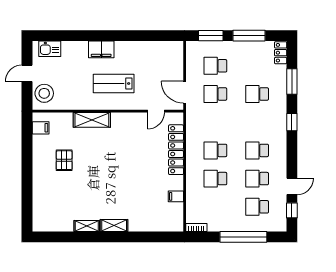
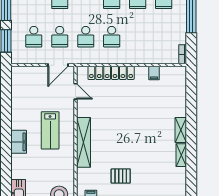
shelving: (92, 120) -> (84, 142), width x1.47
school desk: (215, 179) -> (86, 37), moved

